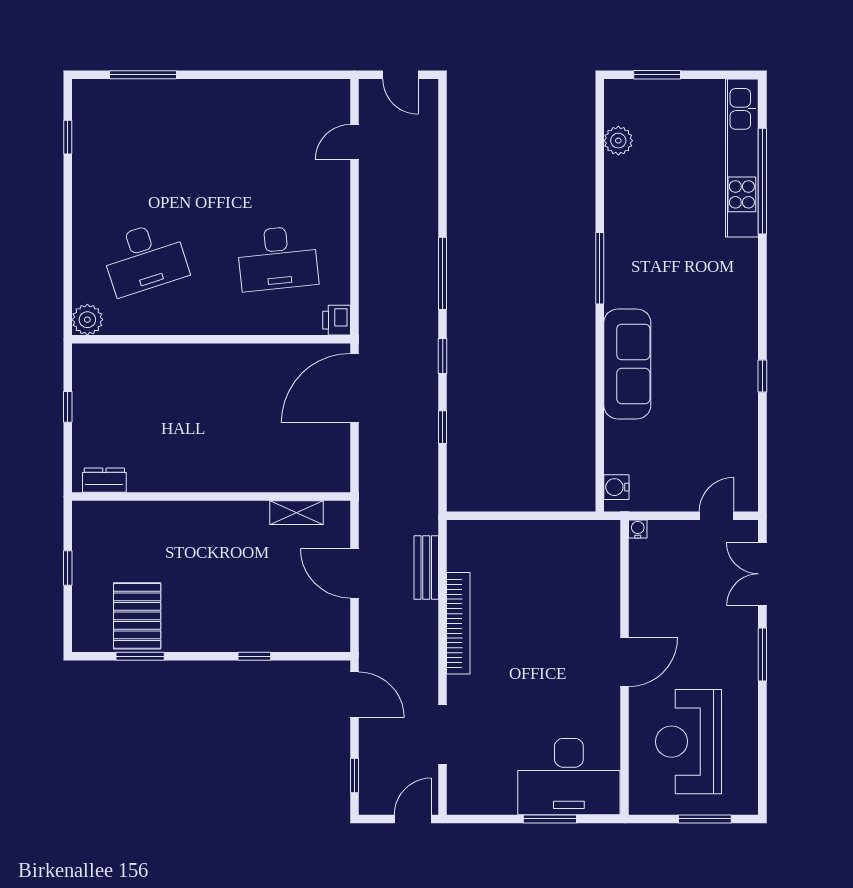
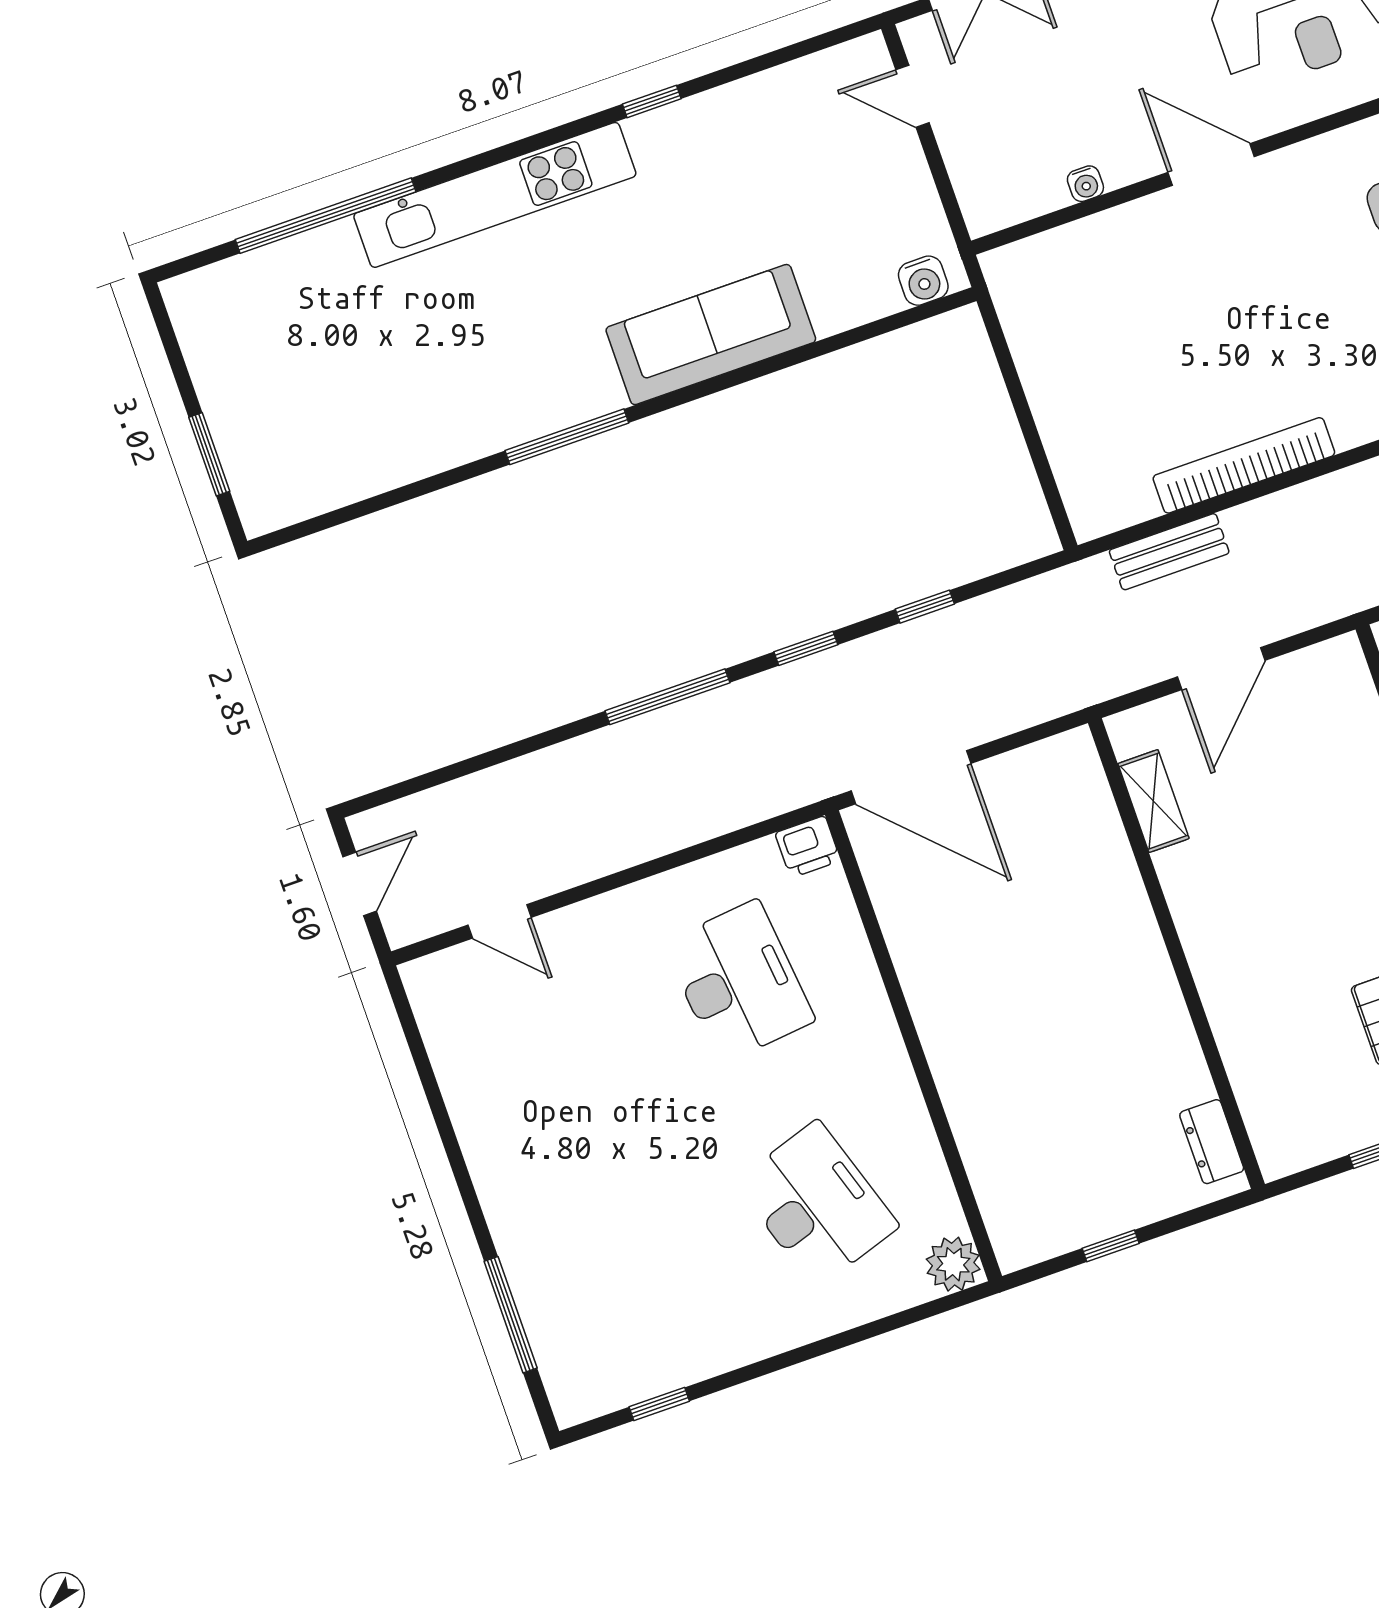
plant: (618, 141) -> (342, 481), removed
kitchen unit: (742, 158) -> (495, 195), moved
water cooler: (638, 529) -> (1085, 184), moved, turned -90

